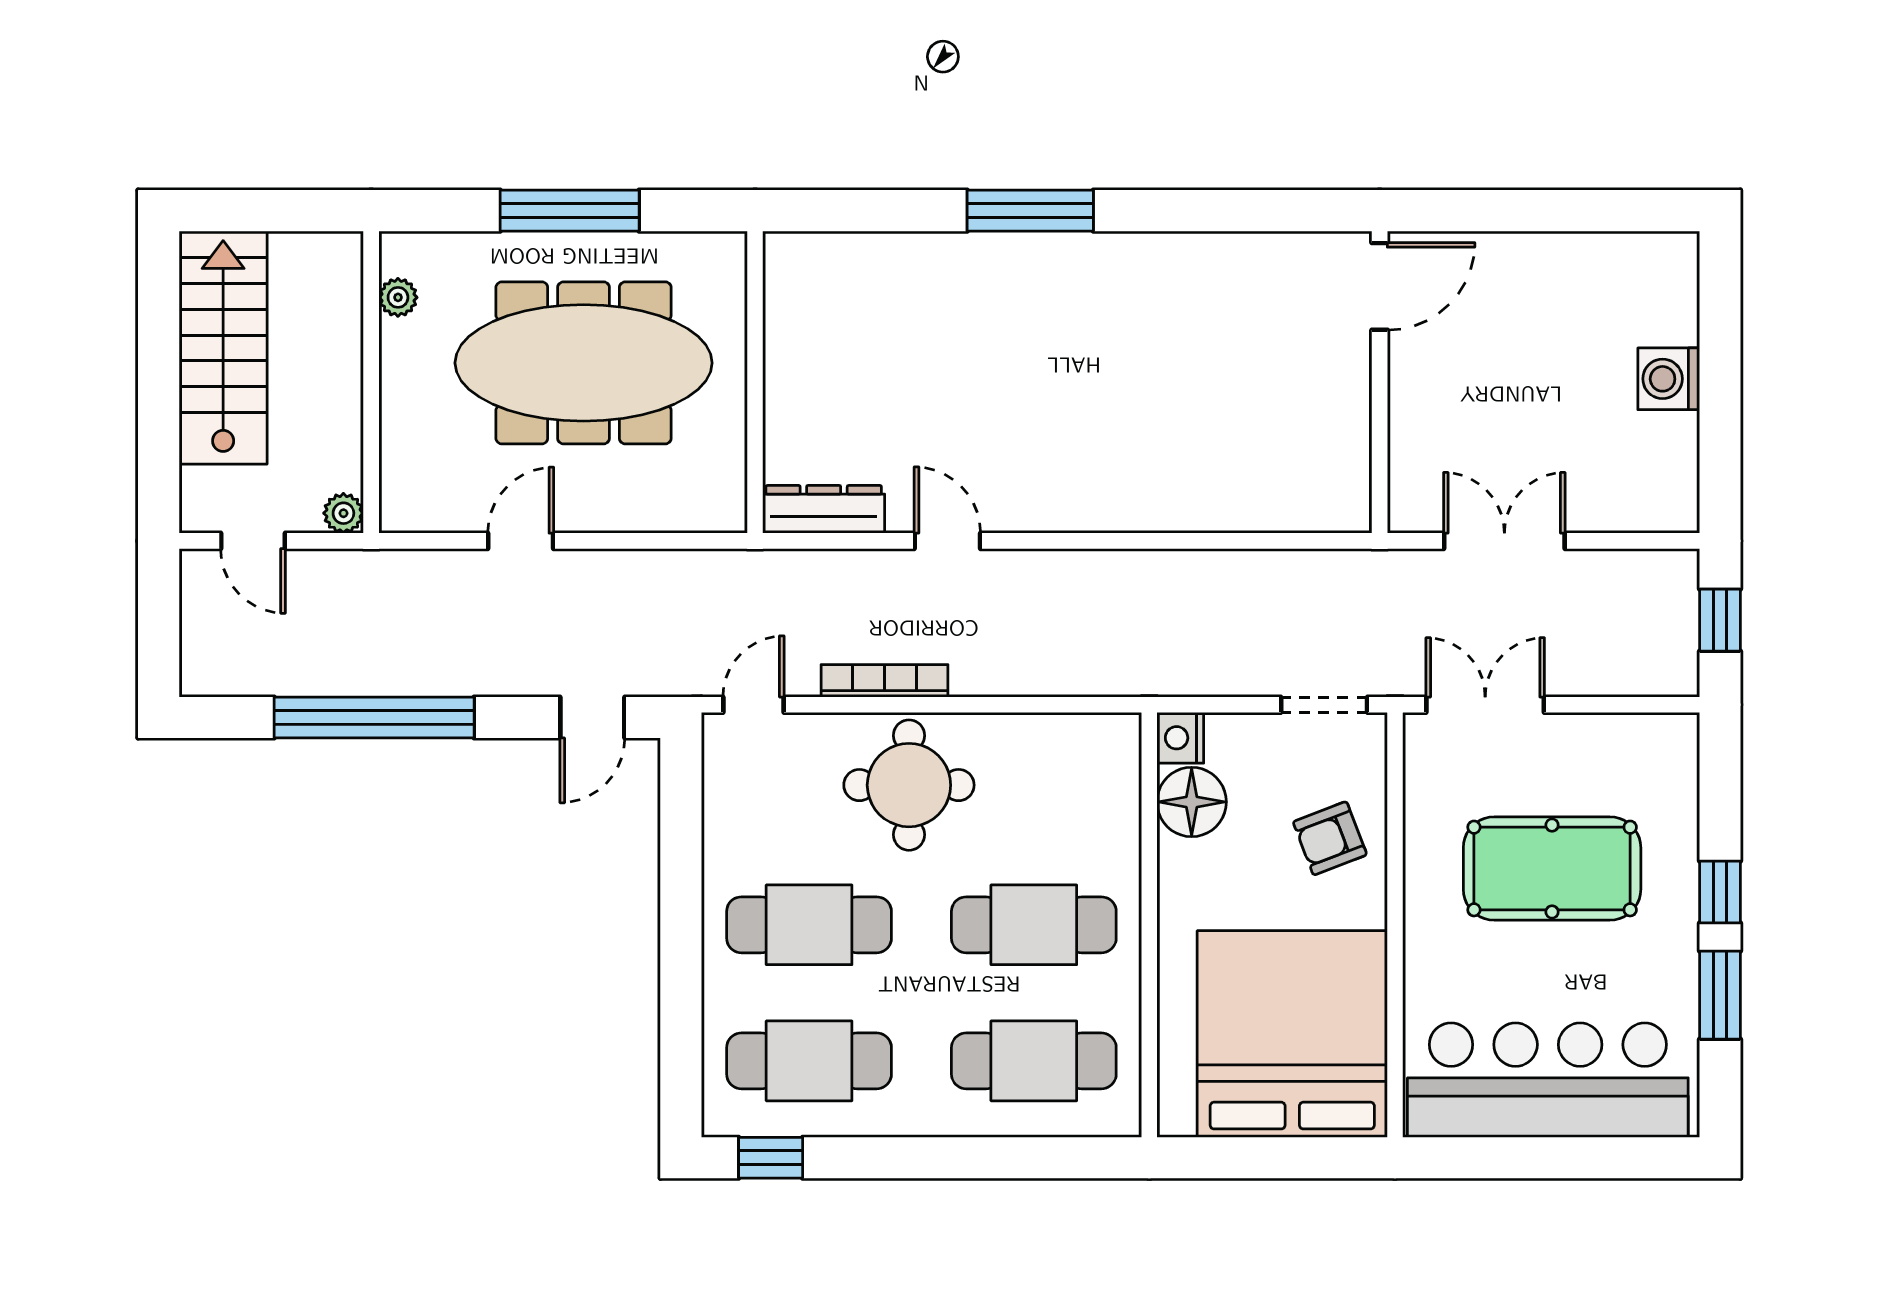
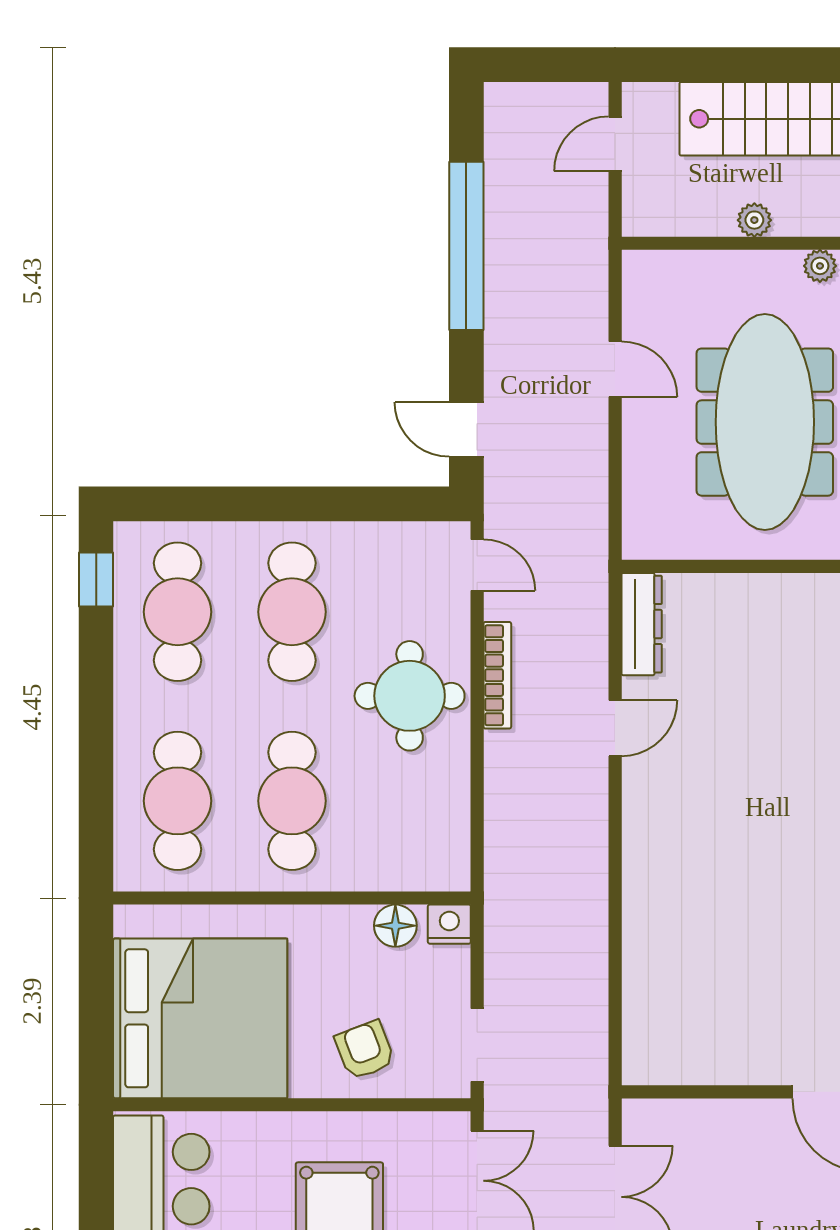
plant: (343, 513) -> (754, 220), moved
floor lamp: (1192, 802) -> (395, 926), width x0.73, depth x0.73

